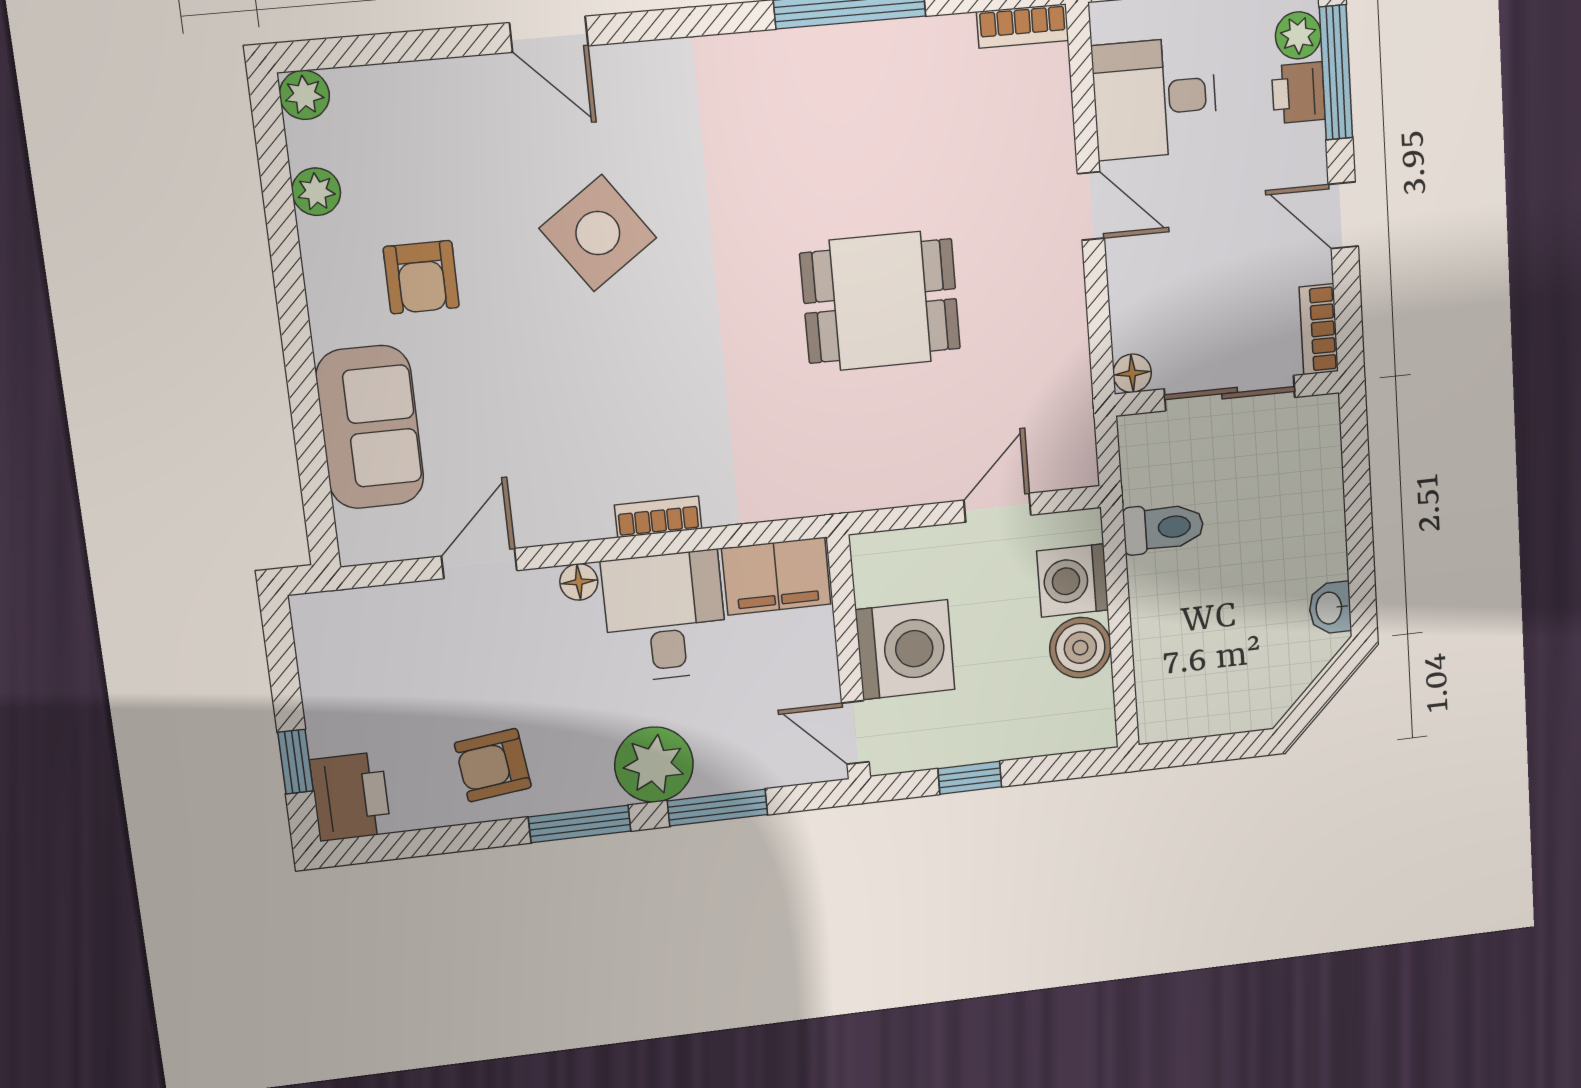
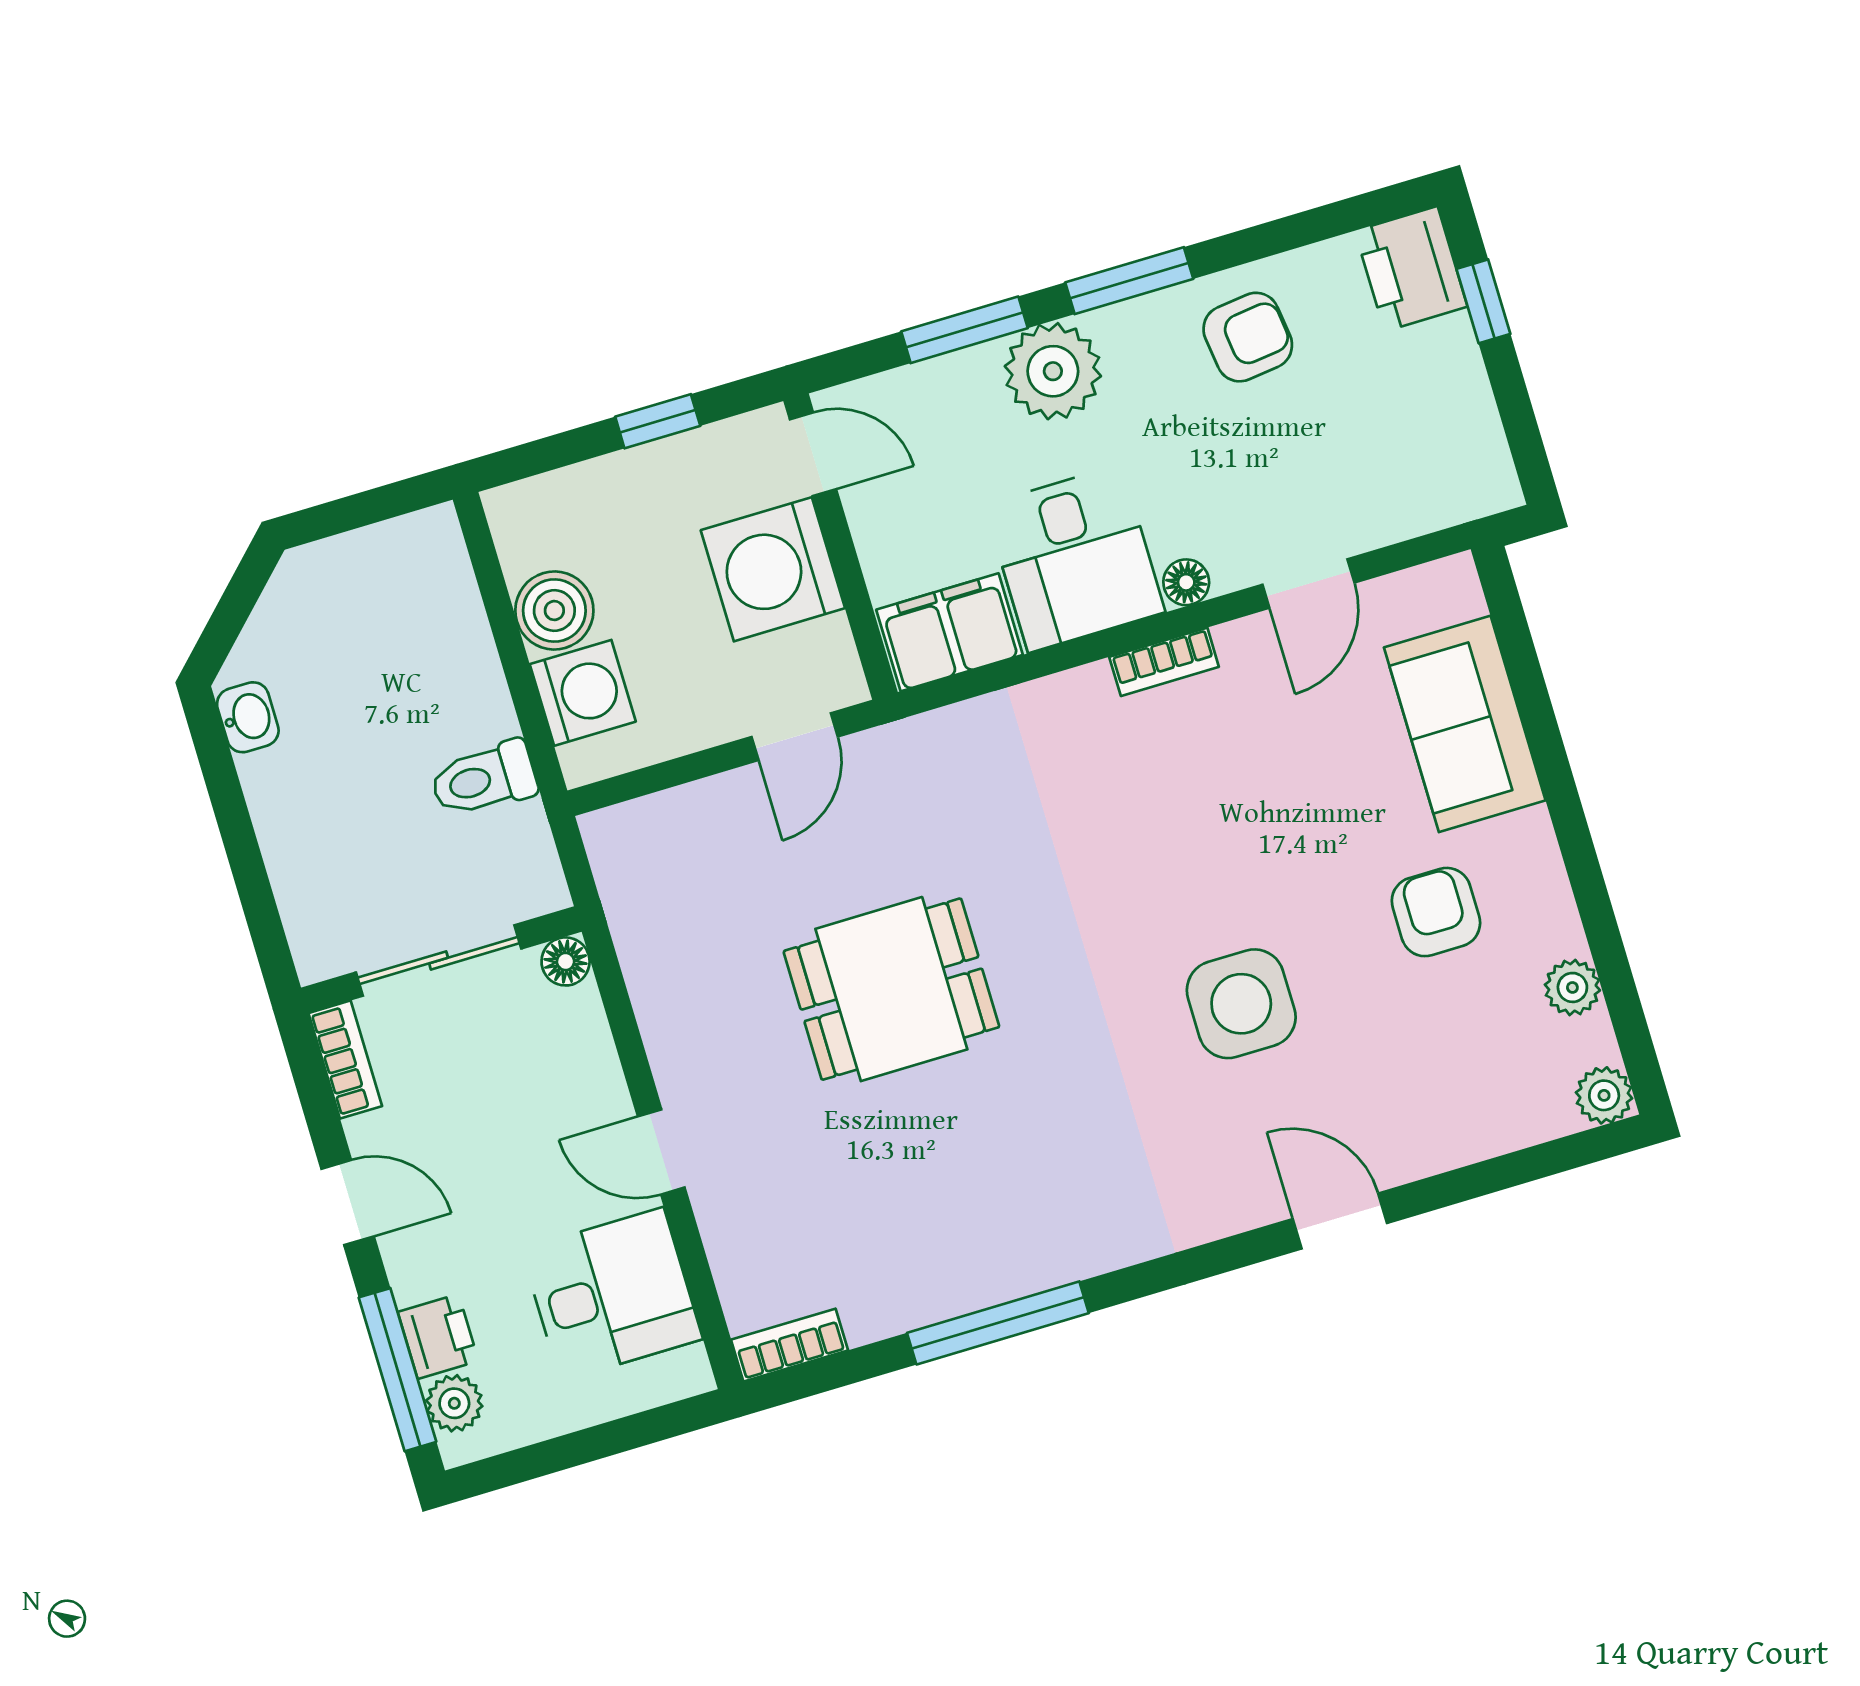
side table: (598, 233) -> (1241, 1004), turned 35
door: (997, 508) -> (795, 737), moved
bookcase: (658, 517) -> (1164, 662), moved

